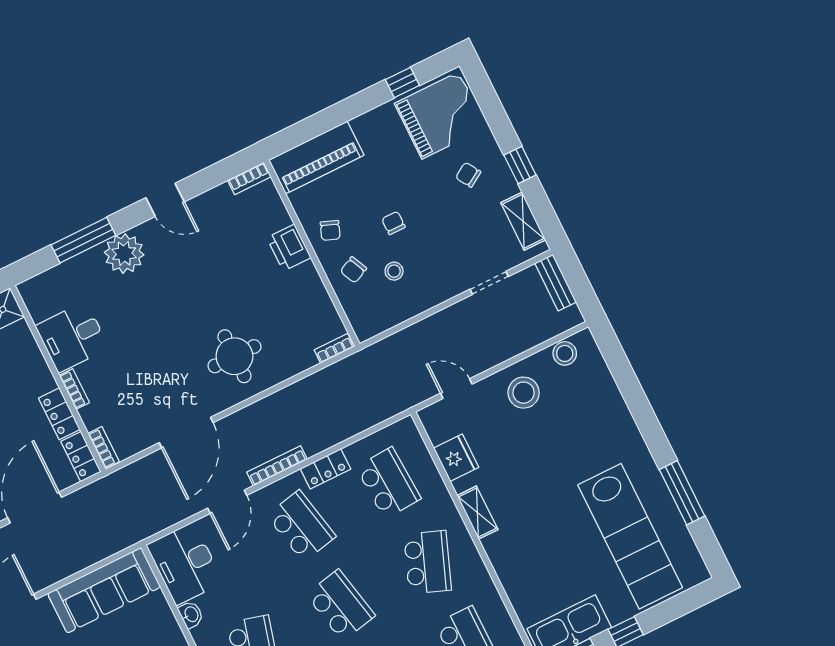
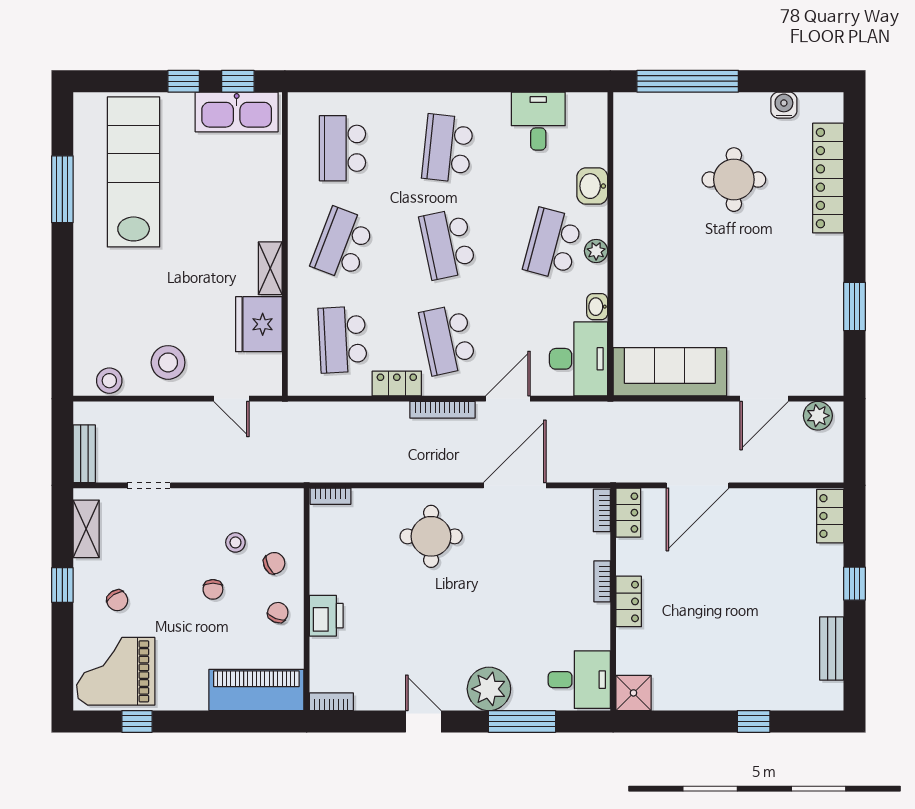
desk: (72, 337) -> (579, 680), moved
locker: (59, 414) -> (629, 601), moved
fridge: (456, 458) -> (259, 324), width x1.36, depth x1.34

